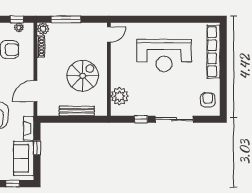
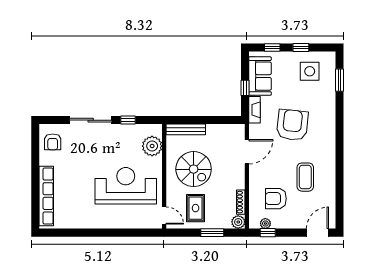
window: (66, 19) -> (212, 233), width x0.69
door: (109, 34) -> (164, 216), swing flipped
rug: (81, 41) -> (196, 208), added
reception desk: (164, 56) -> (126, 186), moved
spiral stairs: (83, 76) -> (194, 169), turned -90
bench: (77, 111) -> (186, 129), moved

